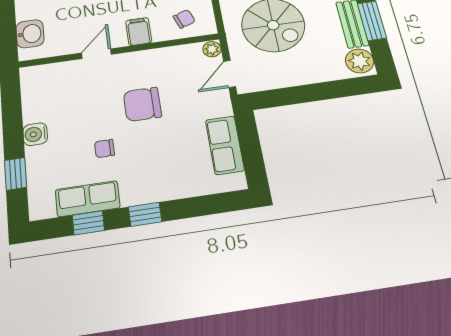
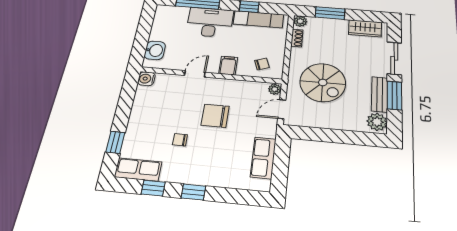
water cooler: (35, 134) -> (146, 79), moved
row of seats: (88, 199) -> (138, 169), moved

